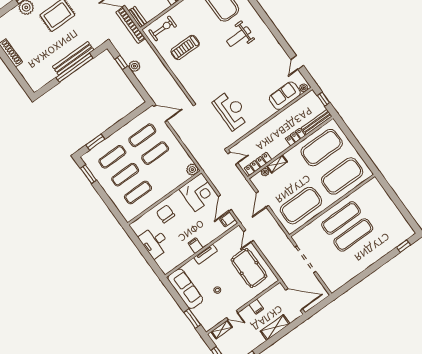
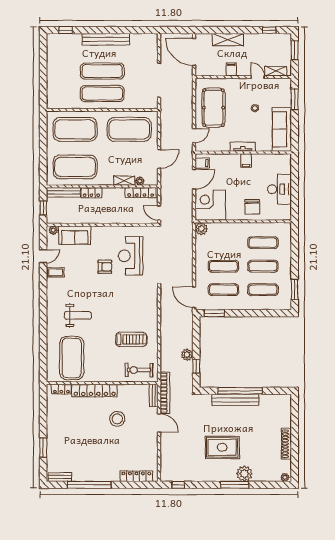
coffee table: (279, 57) -> (56, 272), added
armchair: (245, 88) -> (105, 267), added
window: (95, 142) -> (214, 313), moved
bench: (368, 261) -> (106, 39), added

